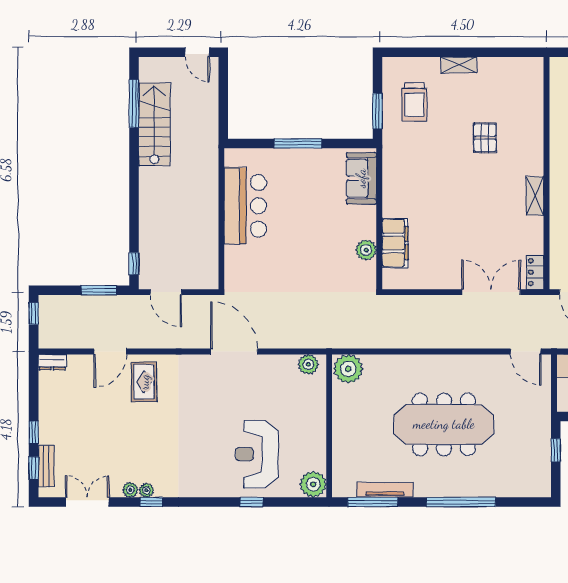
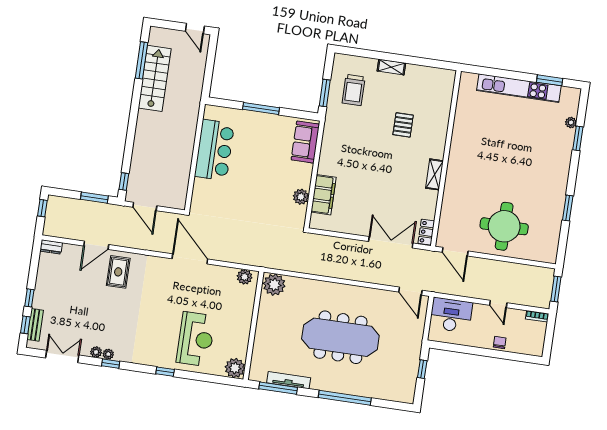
reception desk: (257, 454) -> (196, 339), turned 180
window: (251, 502) -> (165, 372), moved

